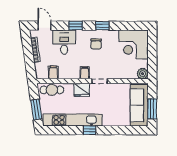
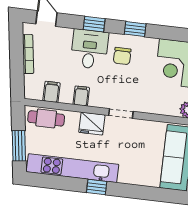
desk: (64, 42) -> (89, 49), moved
filing cabinet: (85, 73) -> (81, 96), moved

